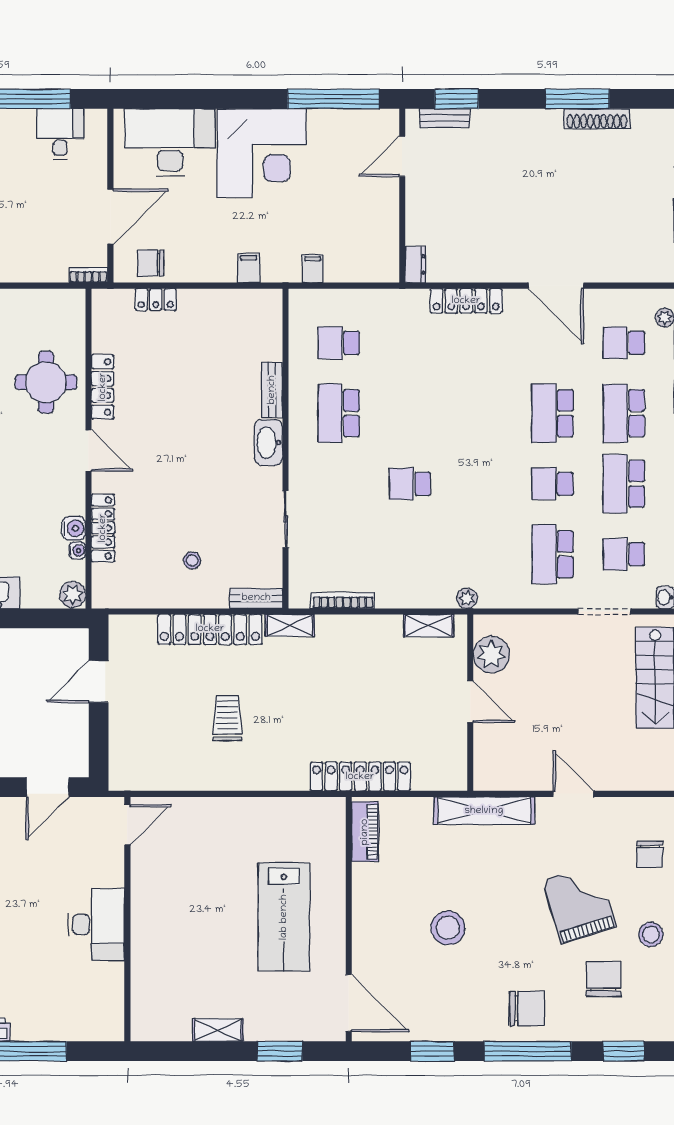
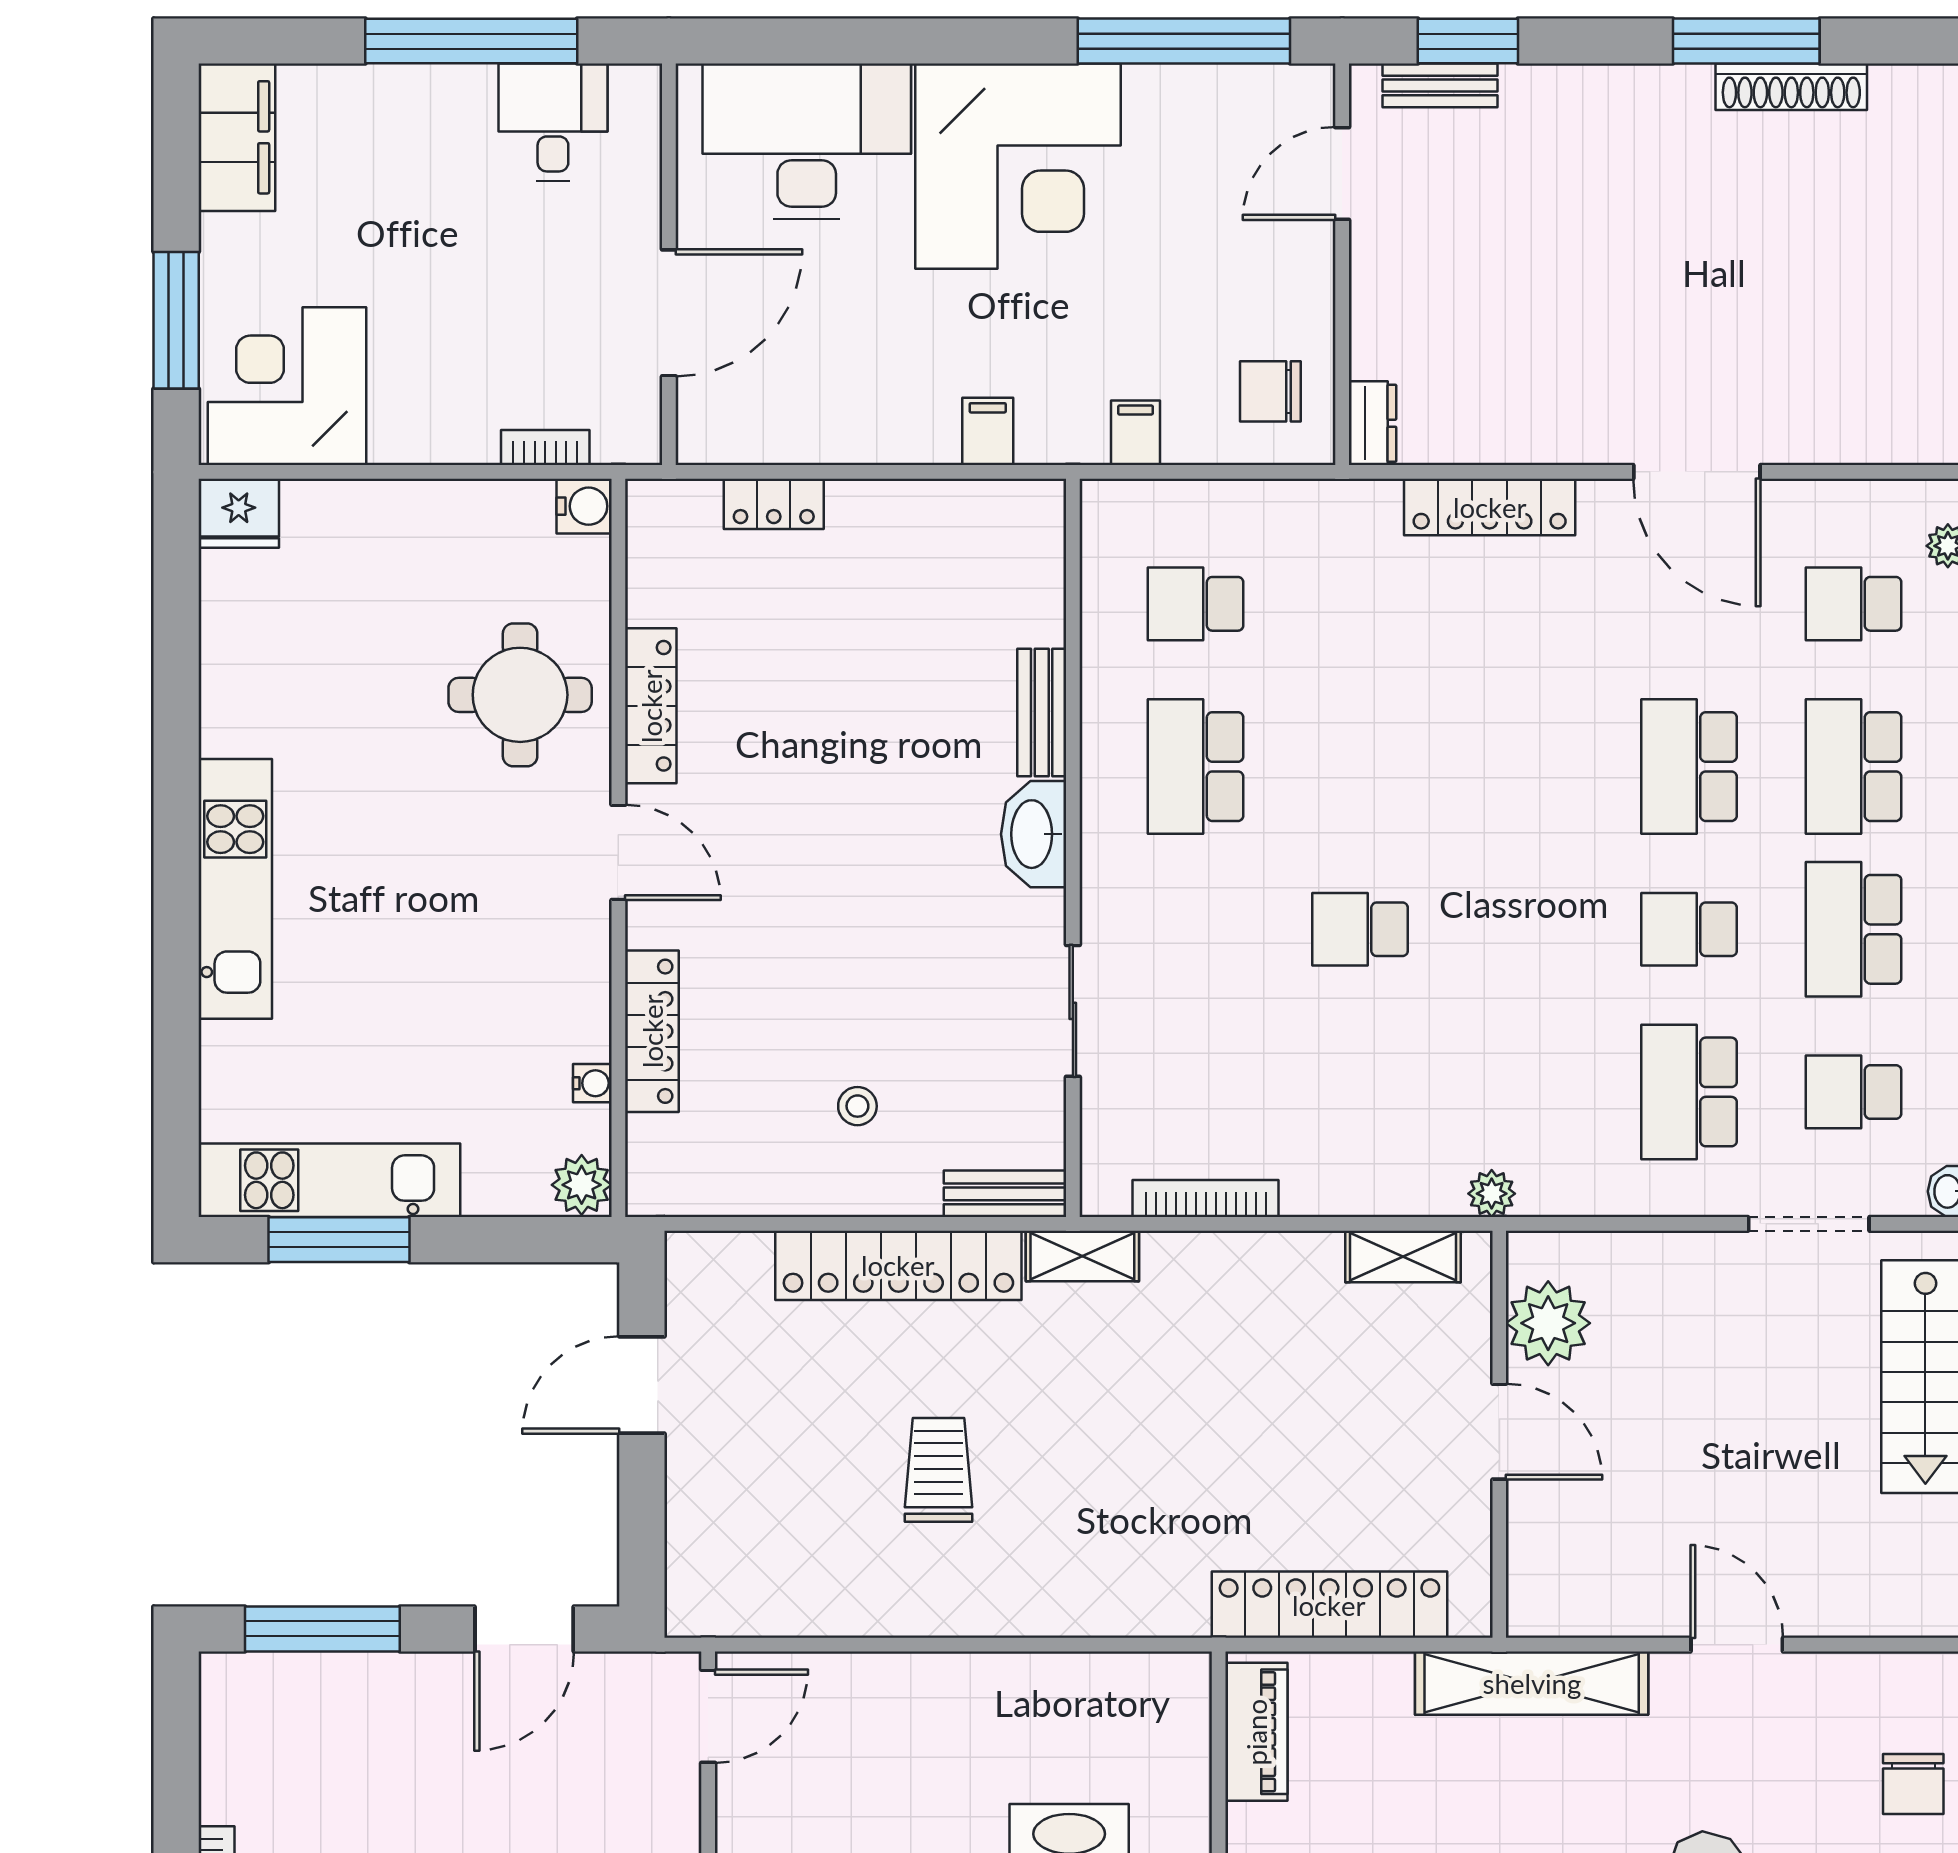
chair: (151, 263) -> (1270, 391), moved
bookcase: (88, 275) -> (545, 448), moved
water cooler: (74, 528) -> (584, 506), moved
locker: (360, 777) -> (1329, 1605), moved

